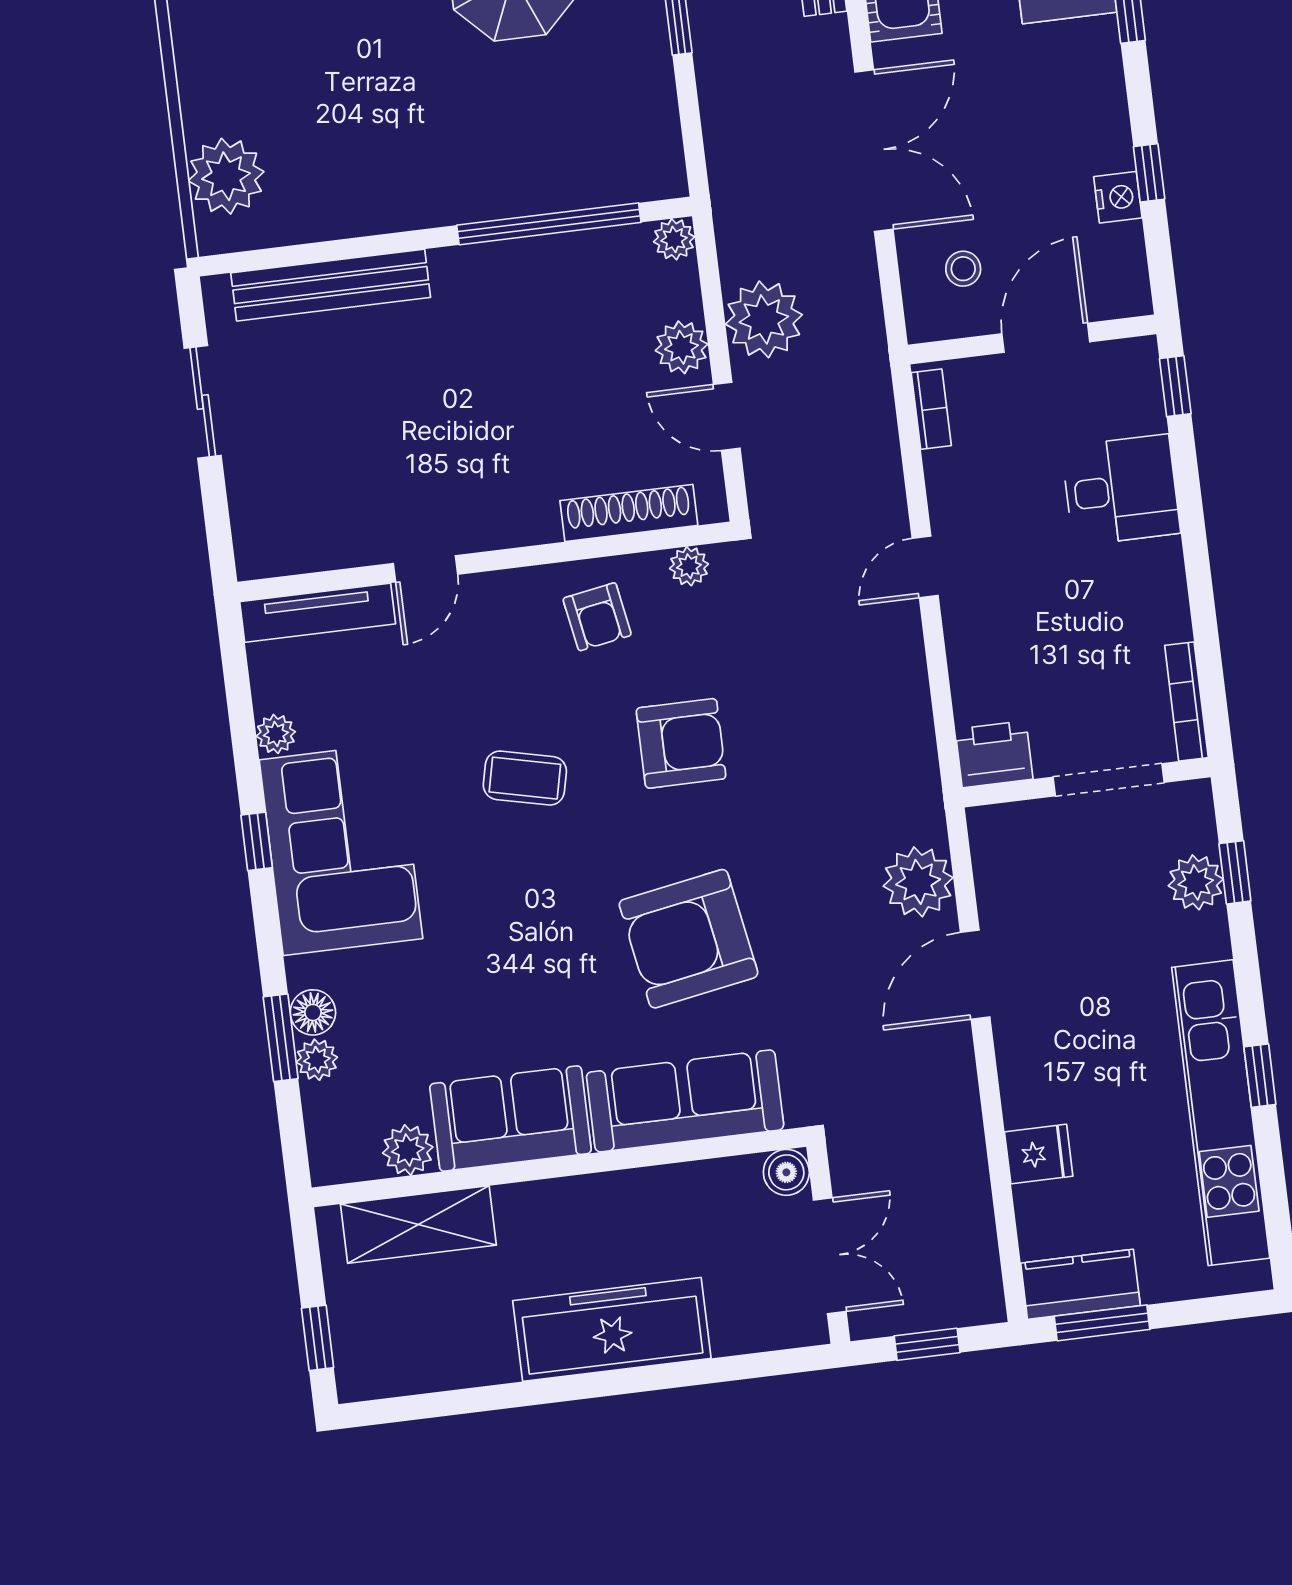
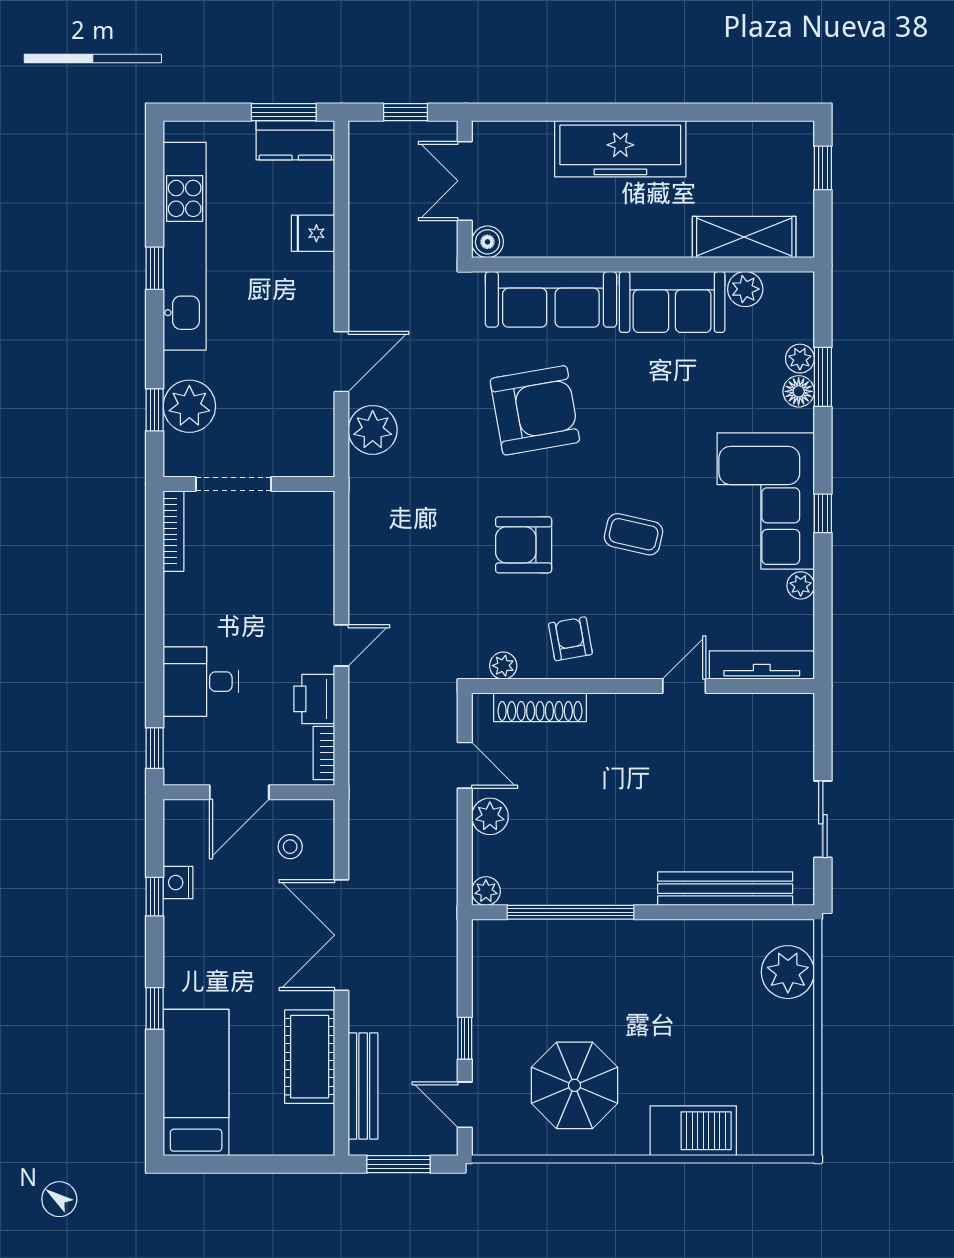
plant: (764, 319) -> (431, 829), removed
printer: (994, 754) -> (314, 699), moved, turned 90
plant: (1196, 882) -> (189, 406), width x1.36, depth x1.36

